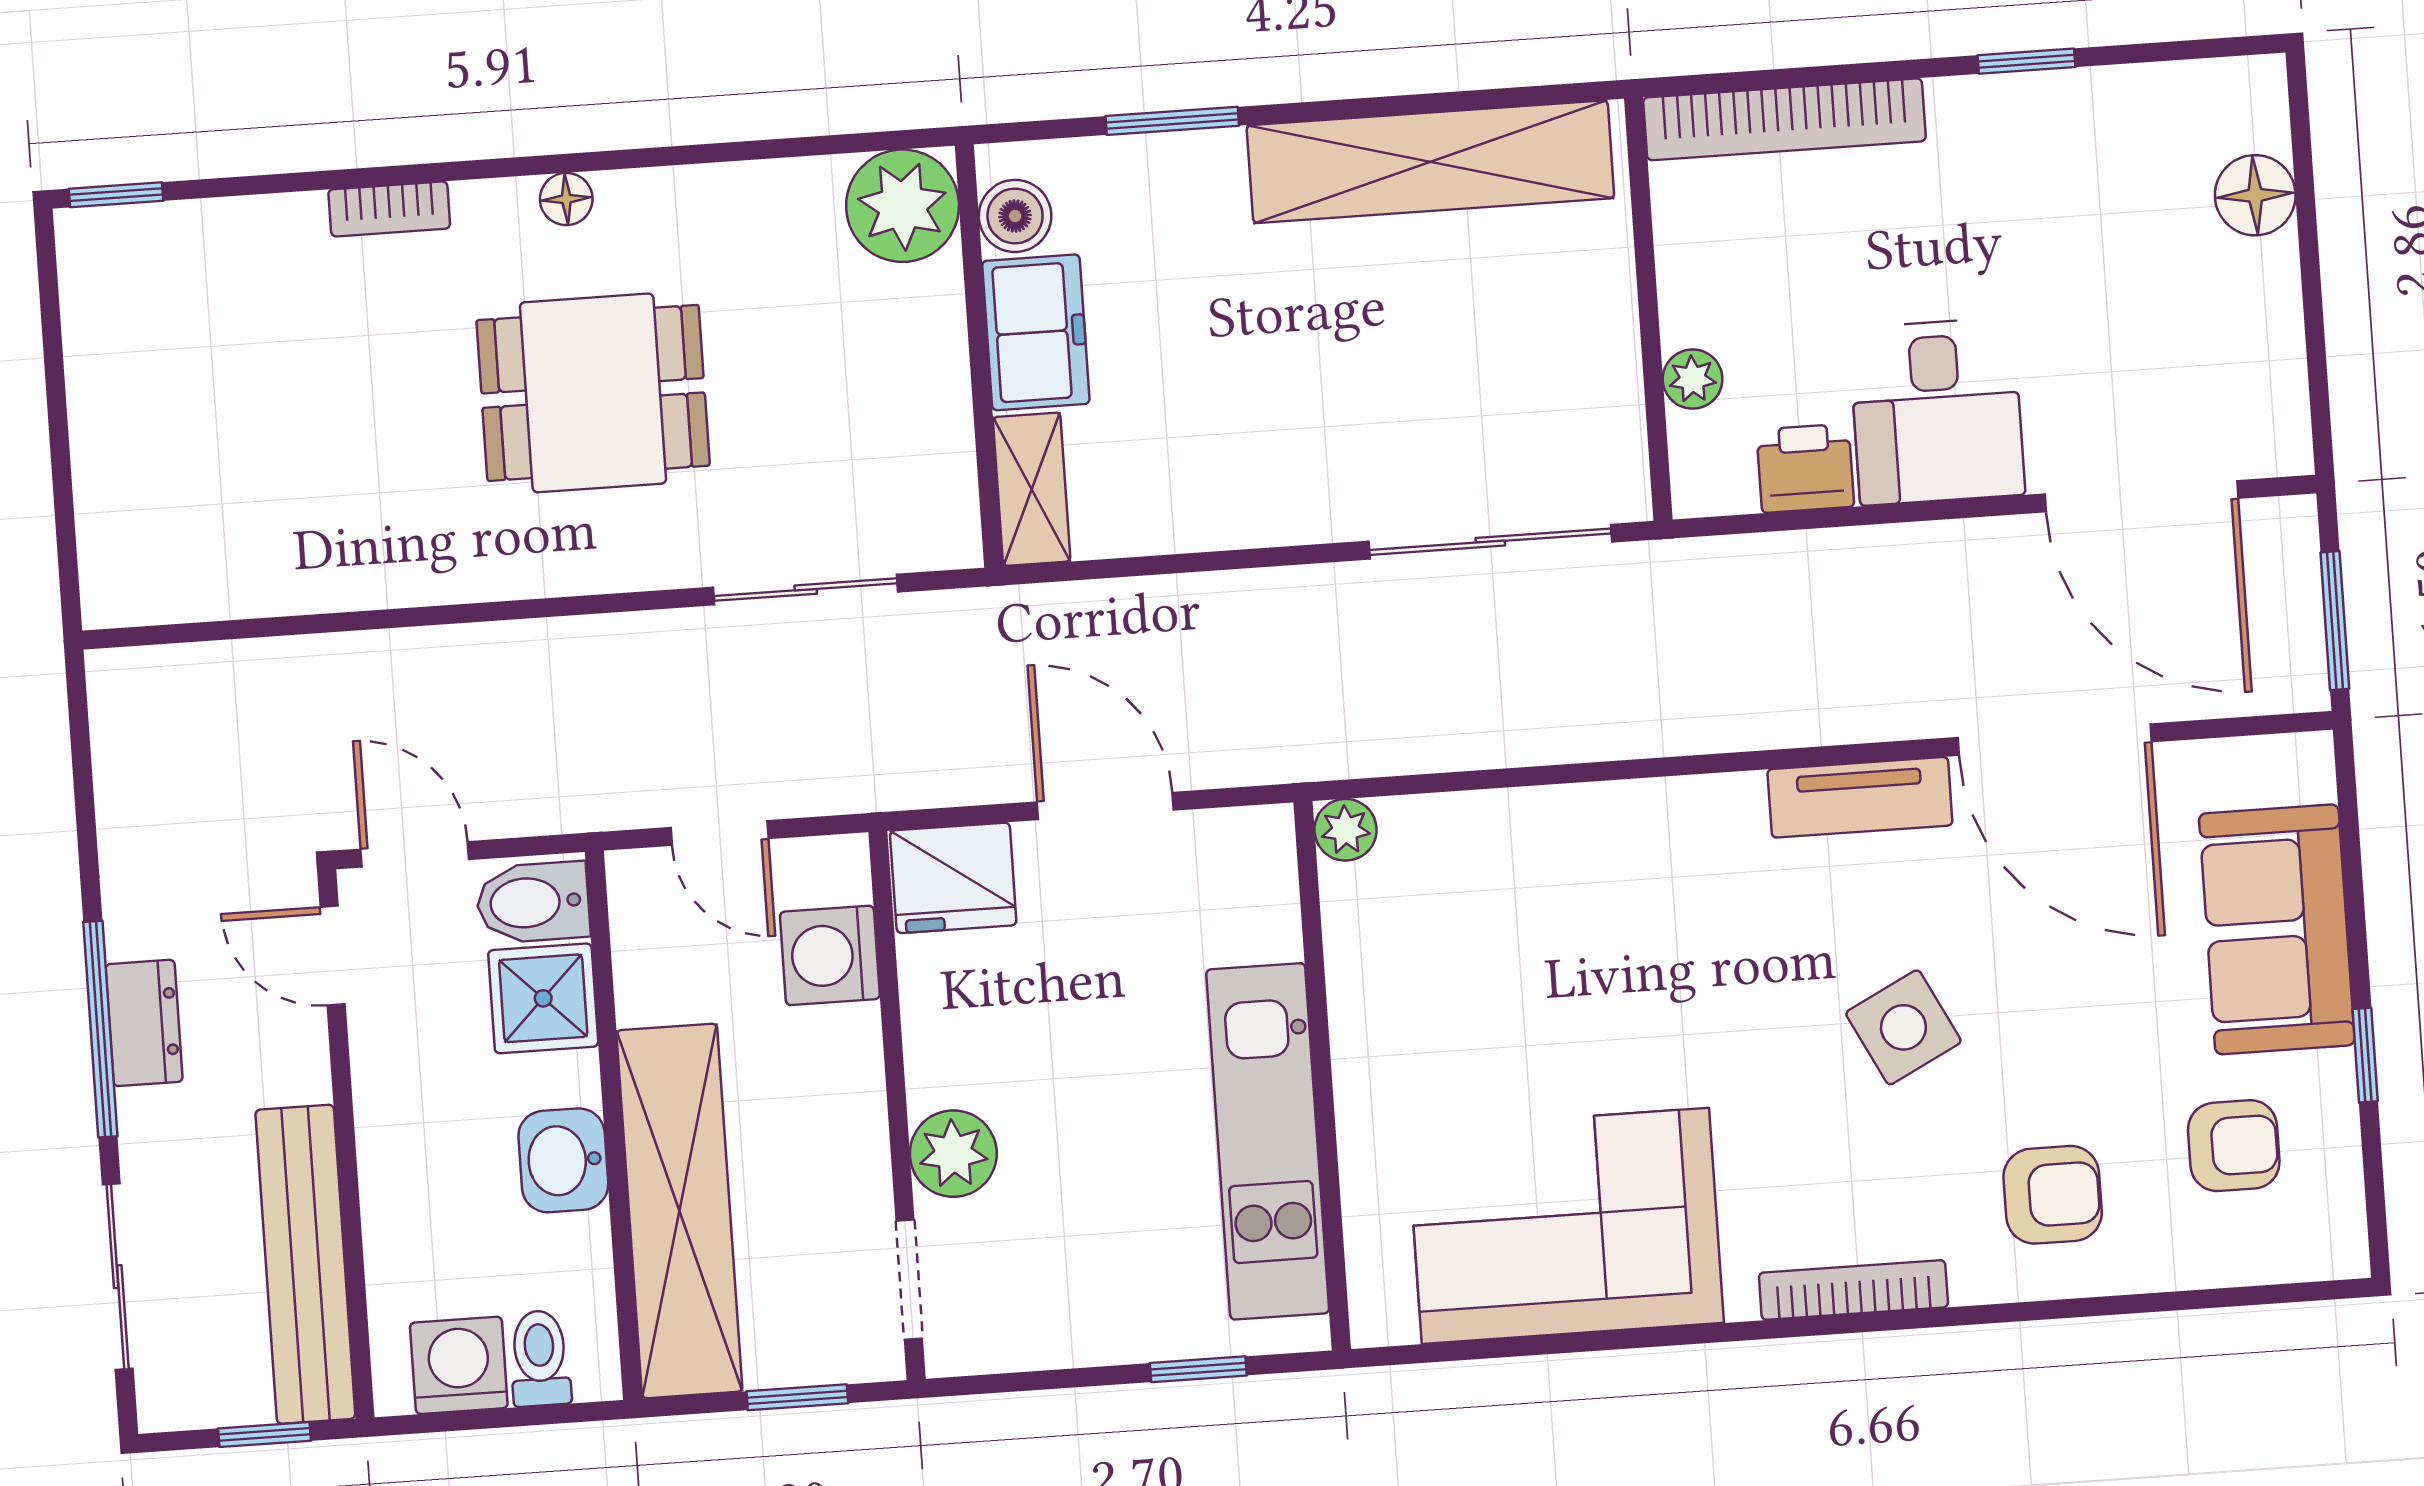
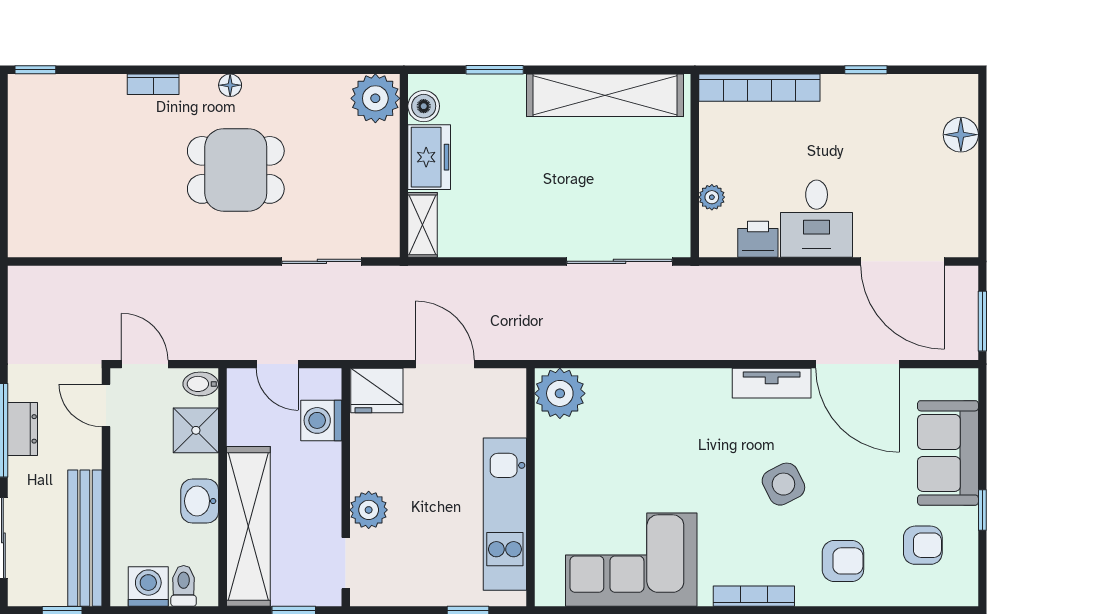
plant: (1346, 830) -> (560, 393), width x1.88, depth x1.88
bidet: (533, 902) -> (201, 384), width x0.72, depth x0.74

